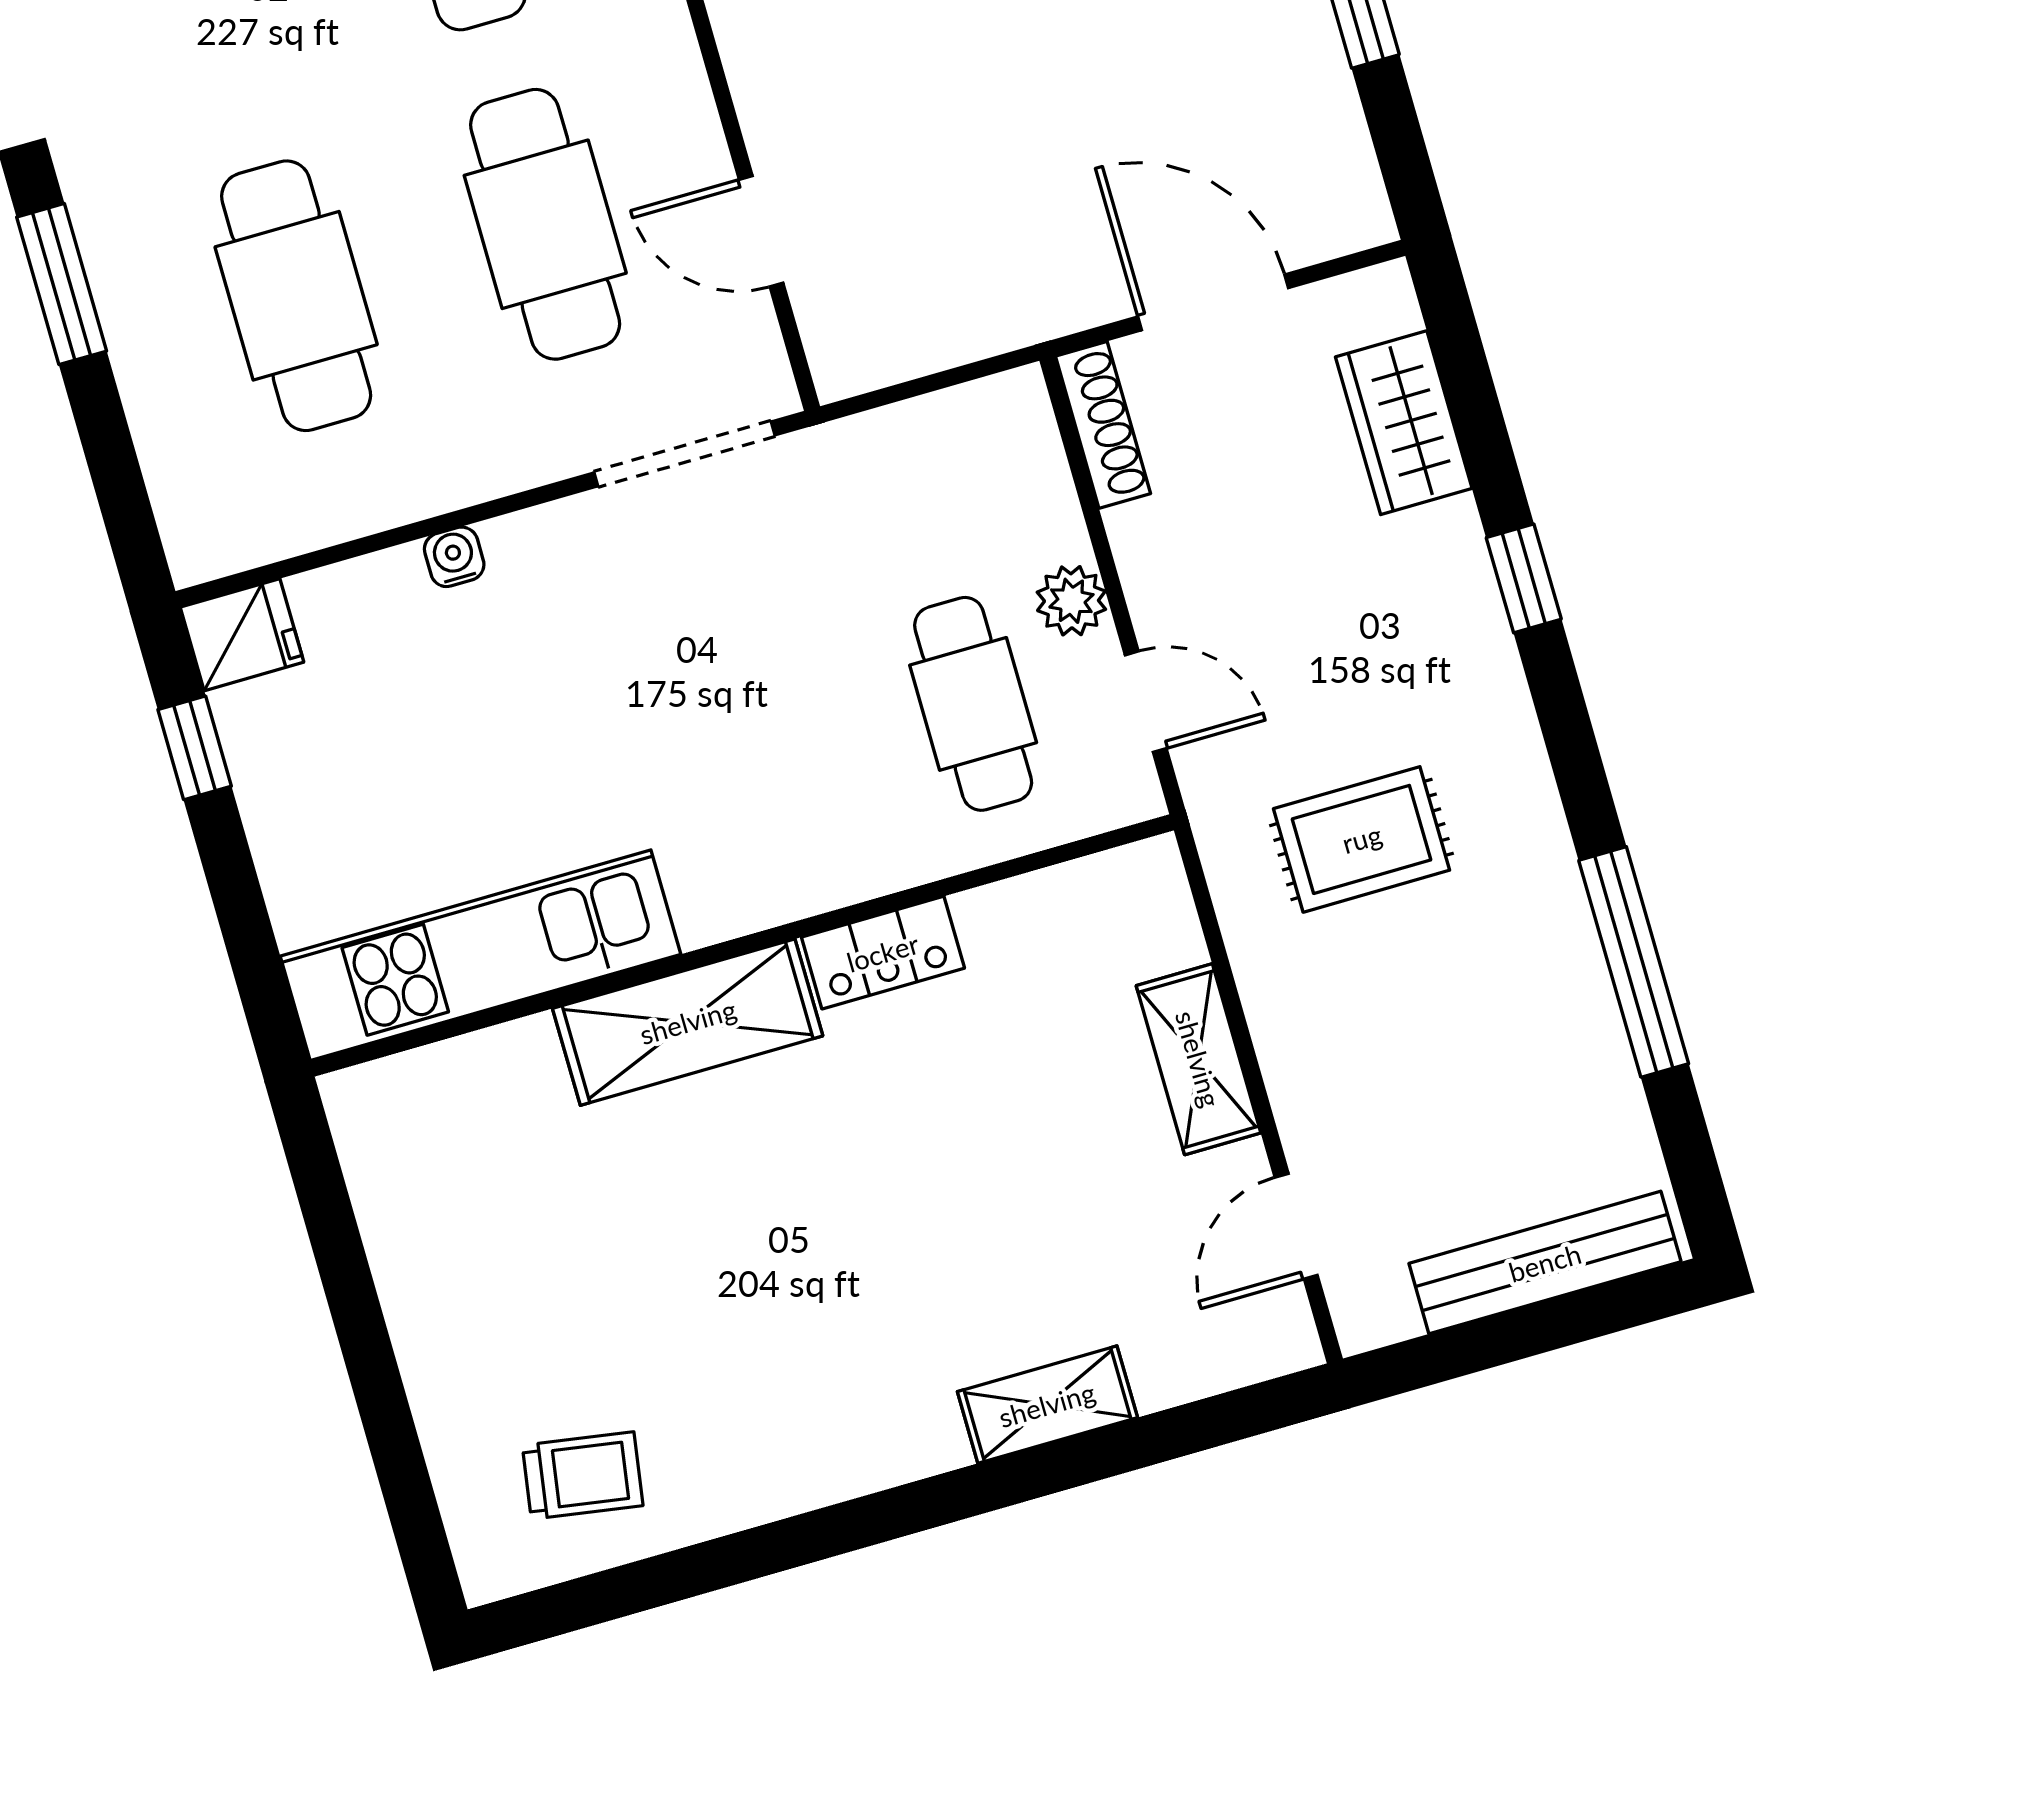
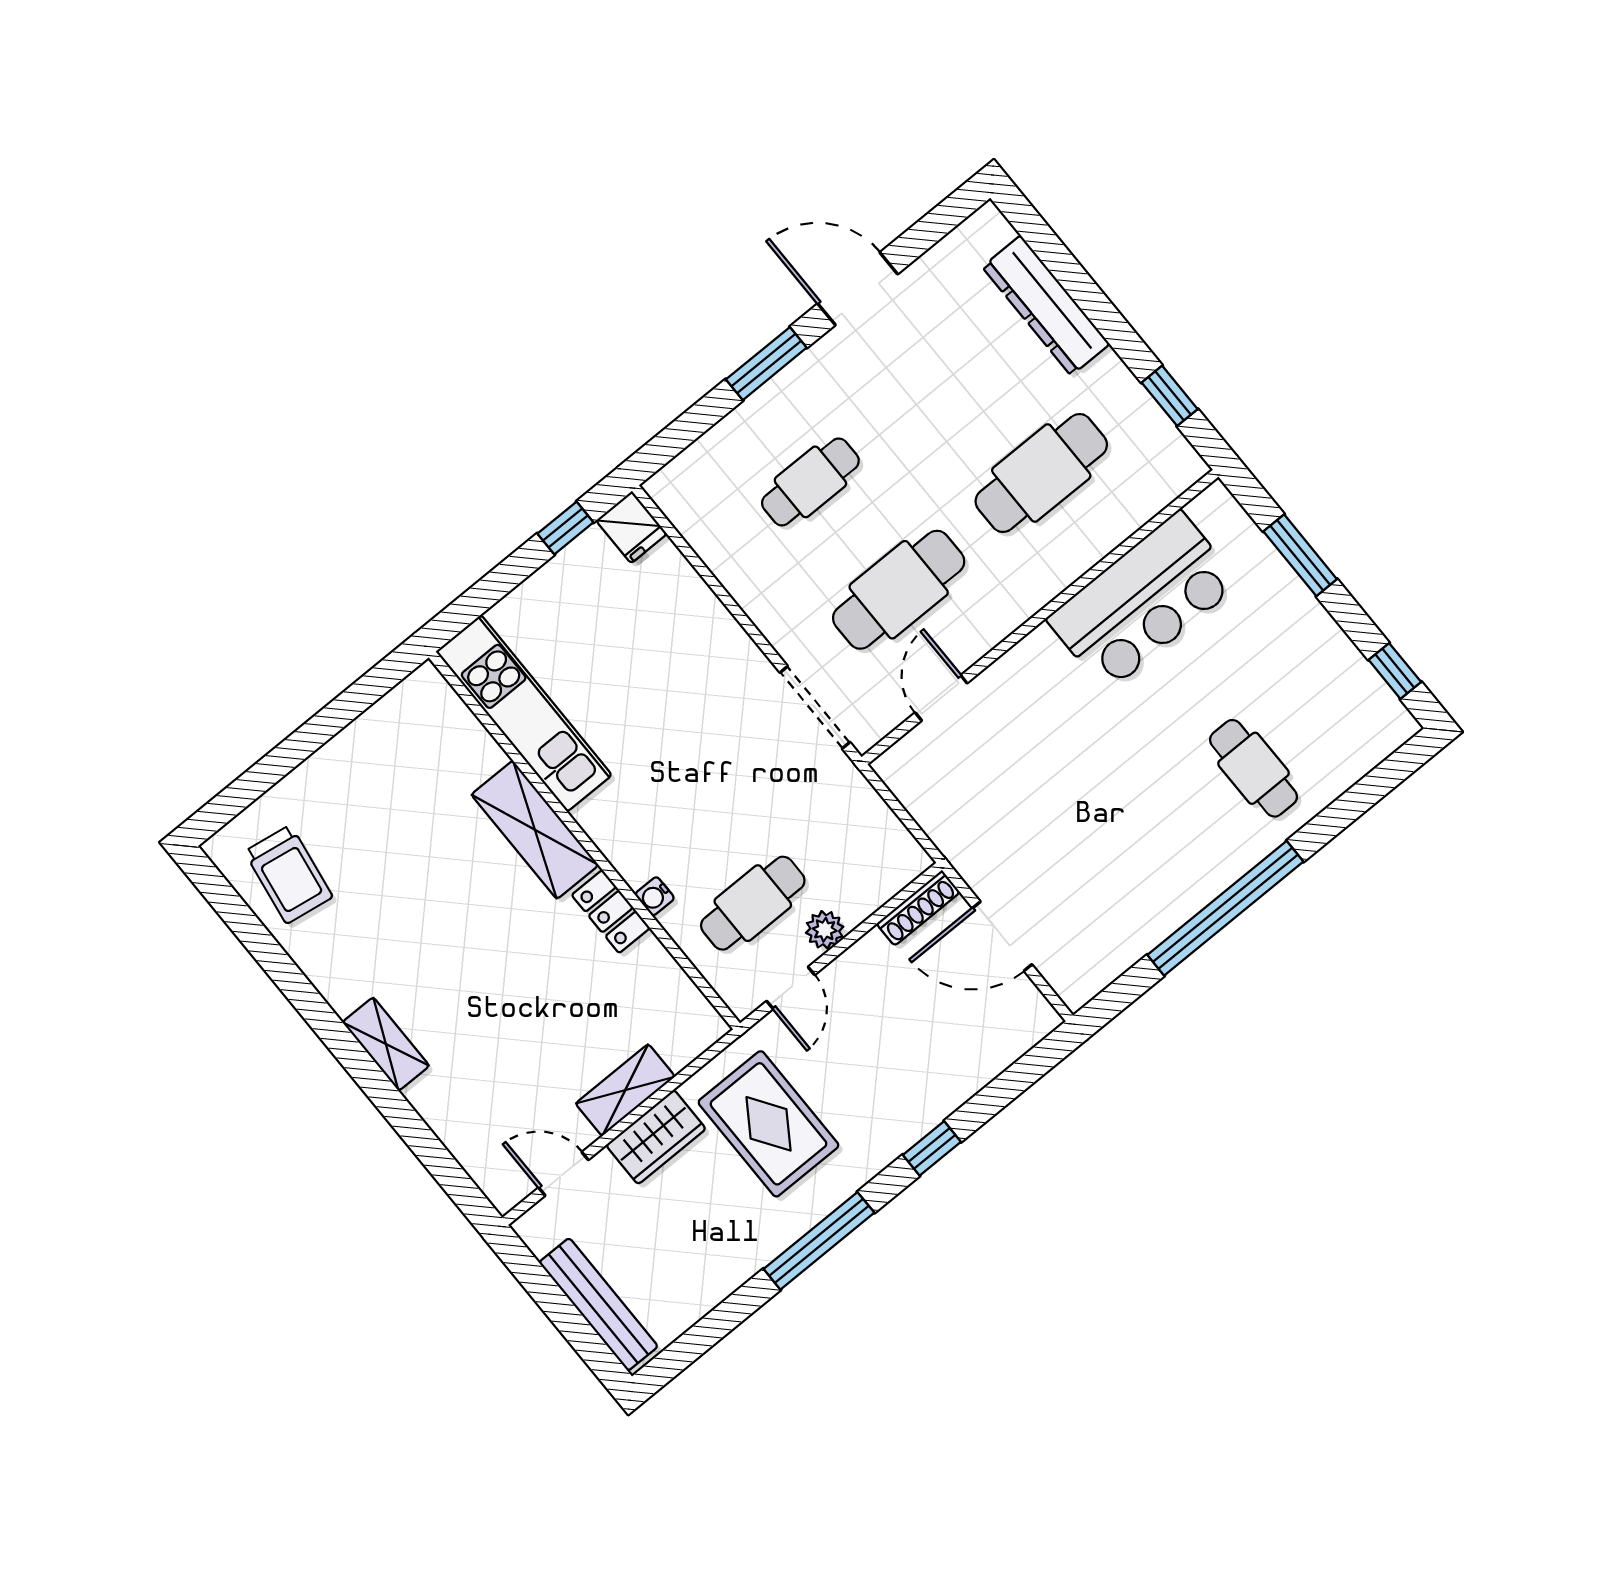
cafe table: (296, 296) -> (810, 482), width x0.73, depth x0.74
door: (1213, 302) -> (1002, 936), swing flipped
wardrobe: (1404, 423) -> (656, 1137), moved, turned 180
water cooler: (454, 557) -> (655, 896), moved, turned 180
rug: (1362, 839) -> (768, 1124), width x1.36, depth x1.43
window: (1634, 962) -> (819, 1241), moved
shelving: (1047, 1405) -> (386, 1044), moved
trolley: (583, 1476) -> (289, 874), width x1.36, depth x1.39

